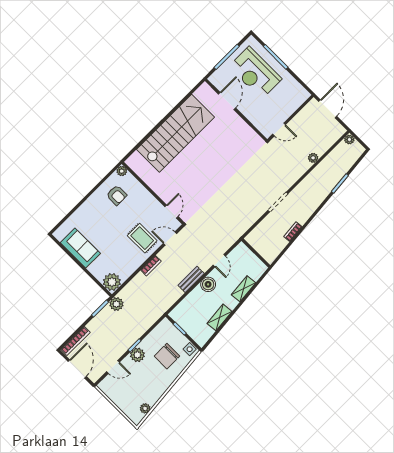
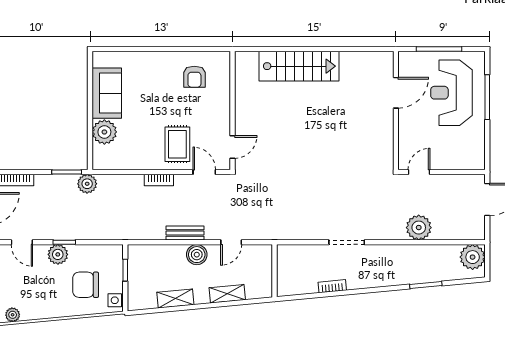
door: (279, 129) -> (419, 172), swing flipped
stairs: (176, 133) -> (299, 66), width x0.73, depth x0.66
plant: (349, 140) -> (473, 257), width x1.88, depth x1.88
plant: (313, 158) -> (419, 228), width x1.88, depth x1.88
plant: (122, 171) -> (223, 58), removed
plant: (112, 282) -> (104, 132), moved

